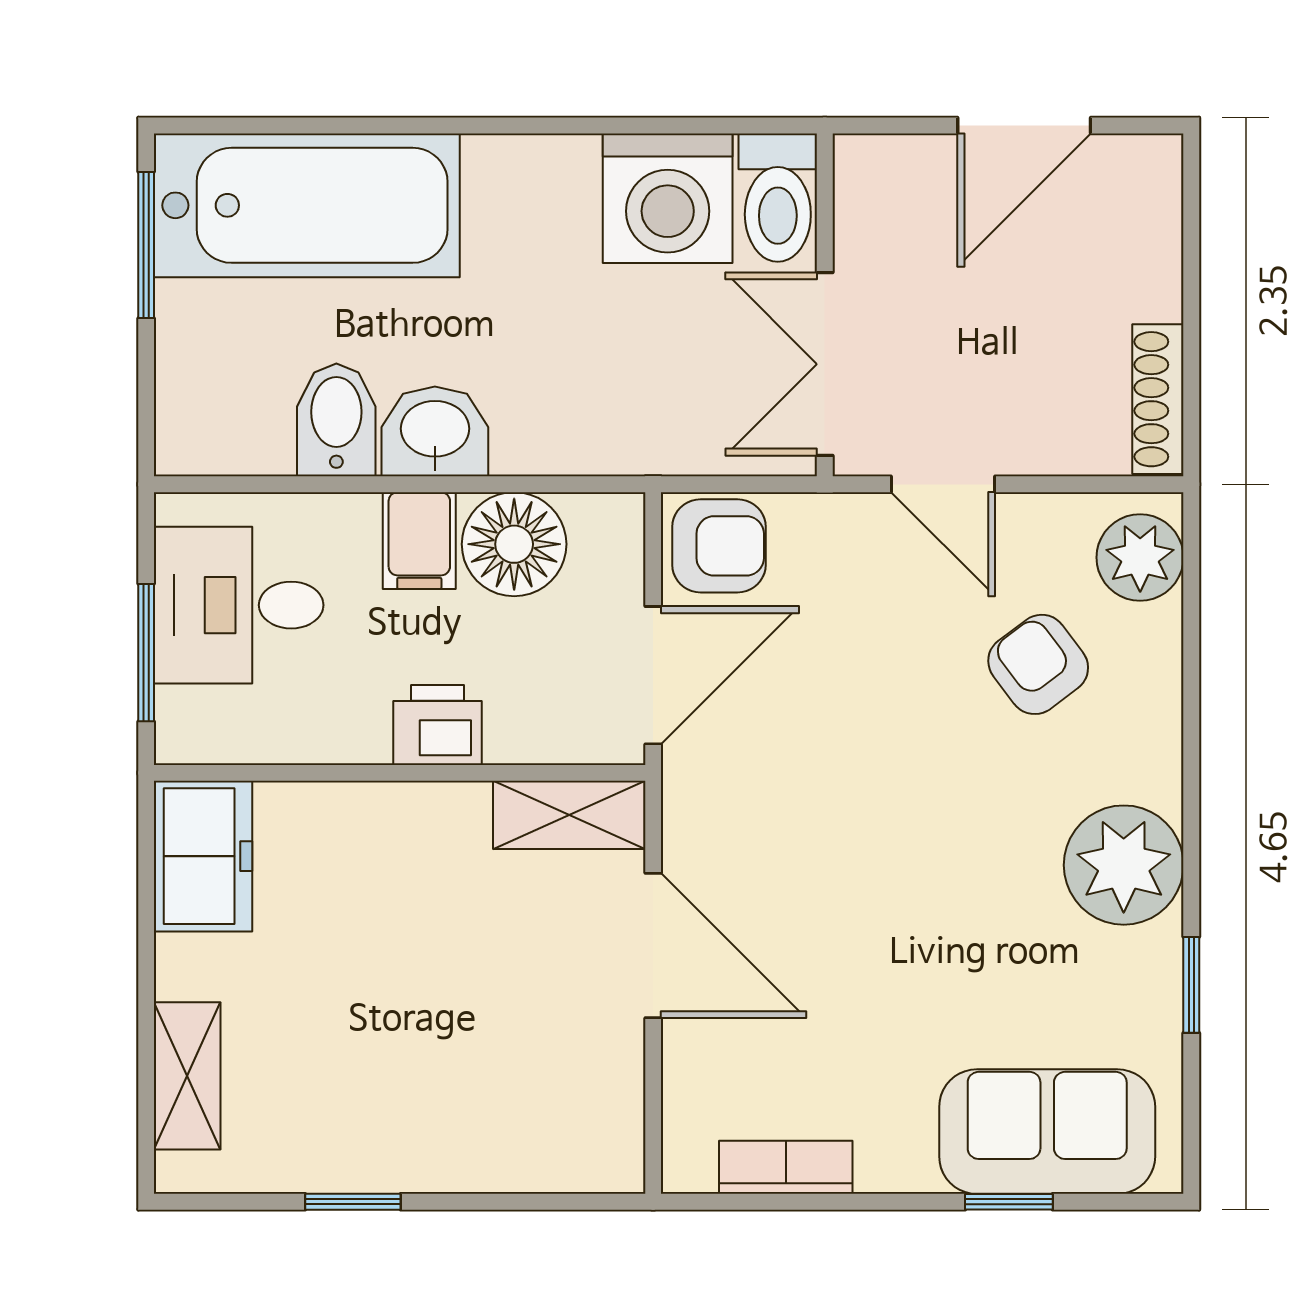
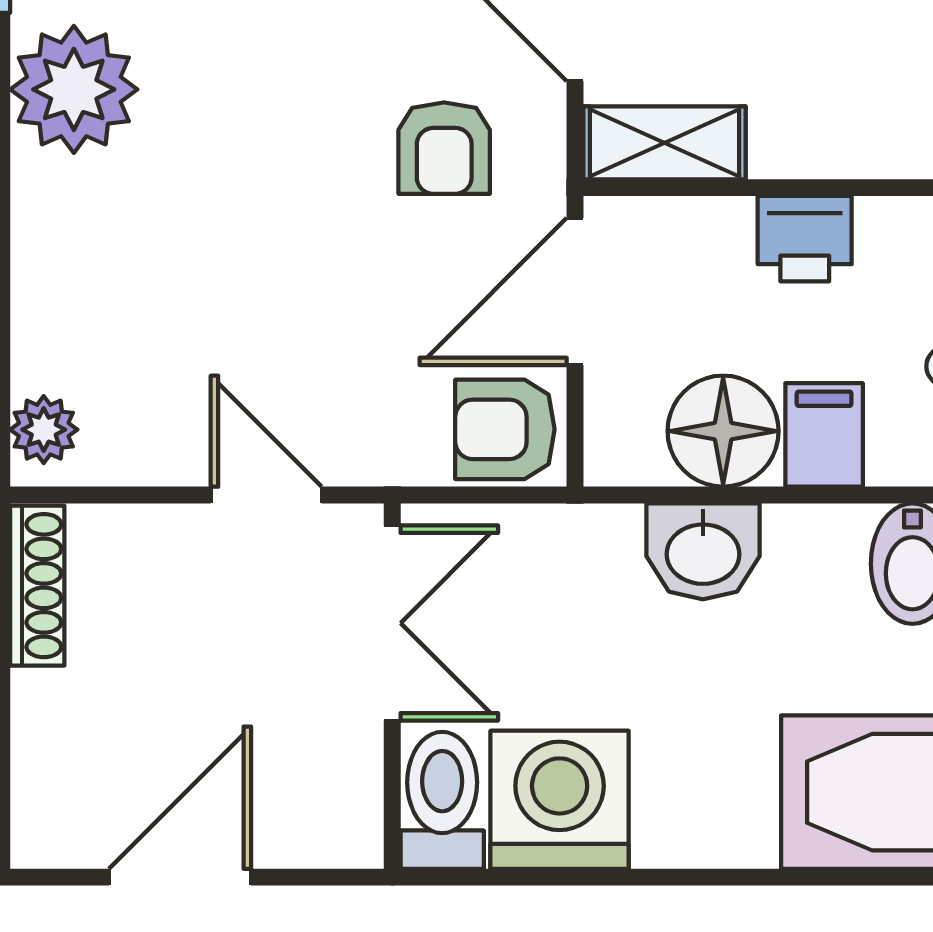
washbasin: (435, 431) -> (703, 551), moved
plant: (1140, 557) -> (44, 430), width x0.73, depth x0.73
armchair: (1038, 664) -> (444, 148), moved, turned 37

